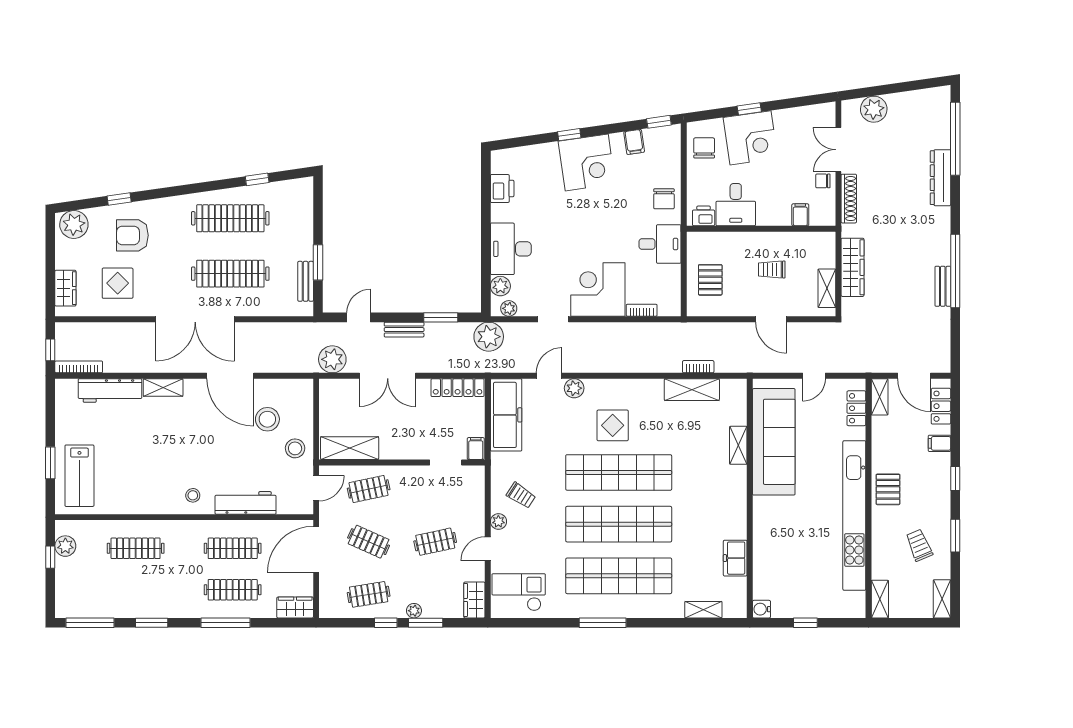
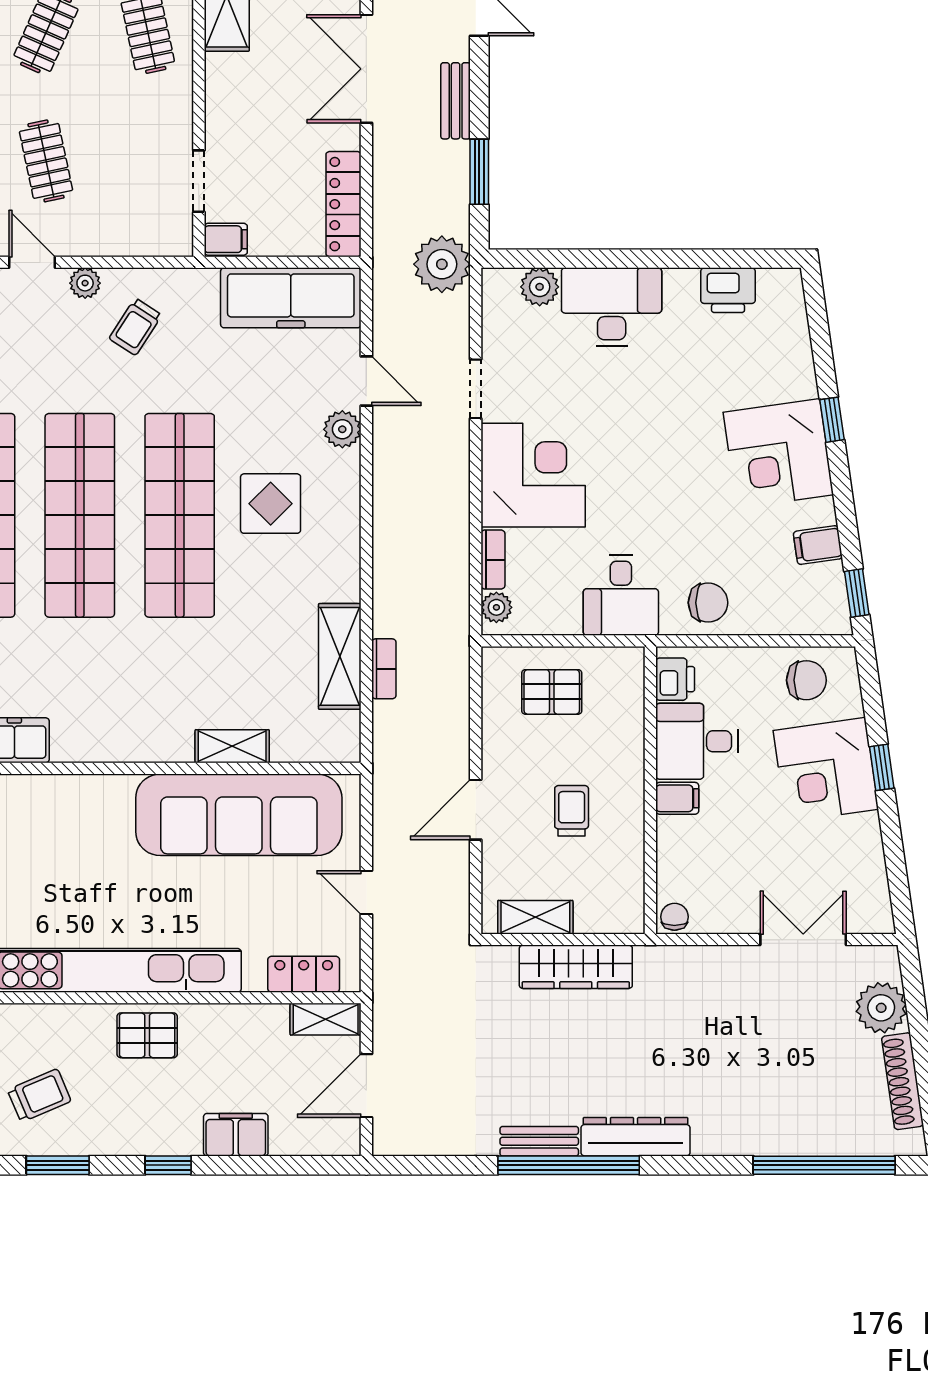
dresser: (941, 178) -> (636, 1137), moved
chair: (823, 181) -> (674, 917), moved
chair: (664, 199) -> (708, 603), turned 180
shoe rack: (849, 199) -> (903, 1081), moved, turned 82
filing cabinet: (800, 215) -> (677, 798), moved
plant: (509, 308) -> (496, 607), moved
locker: (941, 406) -> (308, 1138), removed
filing cabinet: (939, 443) -> (236, 1135), width x2.00

